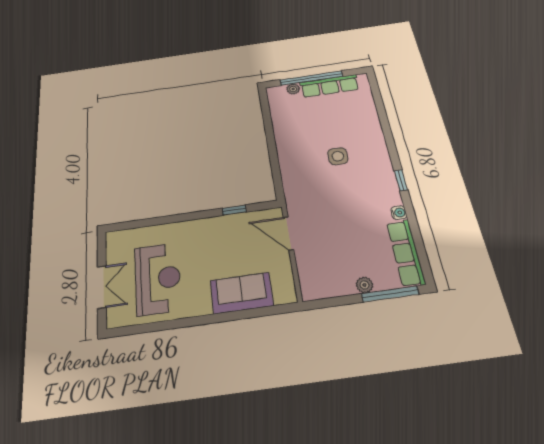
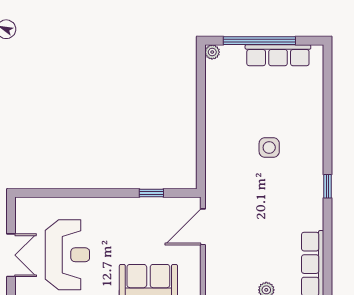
plant: (293, 89) -> (212, 52), moved
water cooler: (399, 213) -> (316, 222), removed
door: (288, 233) -> (203, 227), hinge flipped

